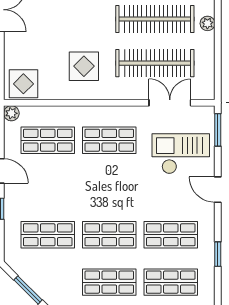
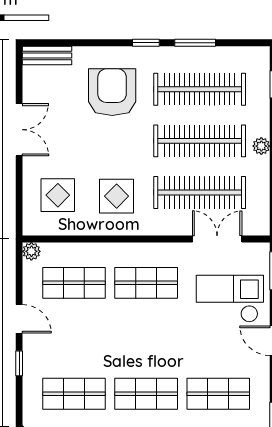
display table: (23, 84) -> (58, 195), moved

